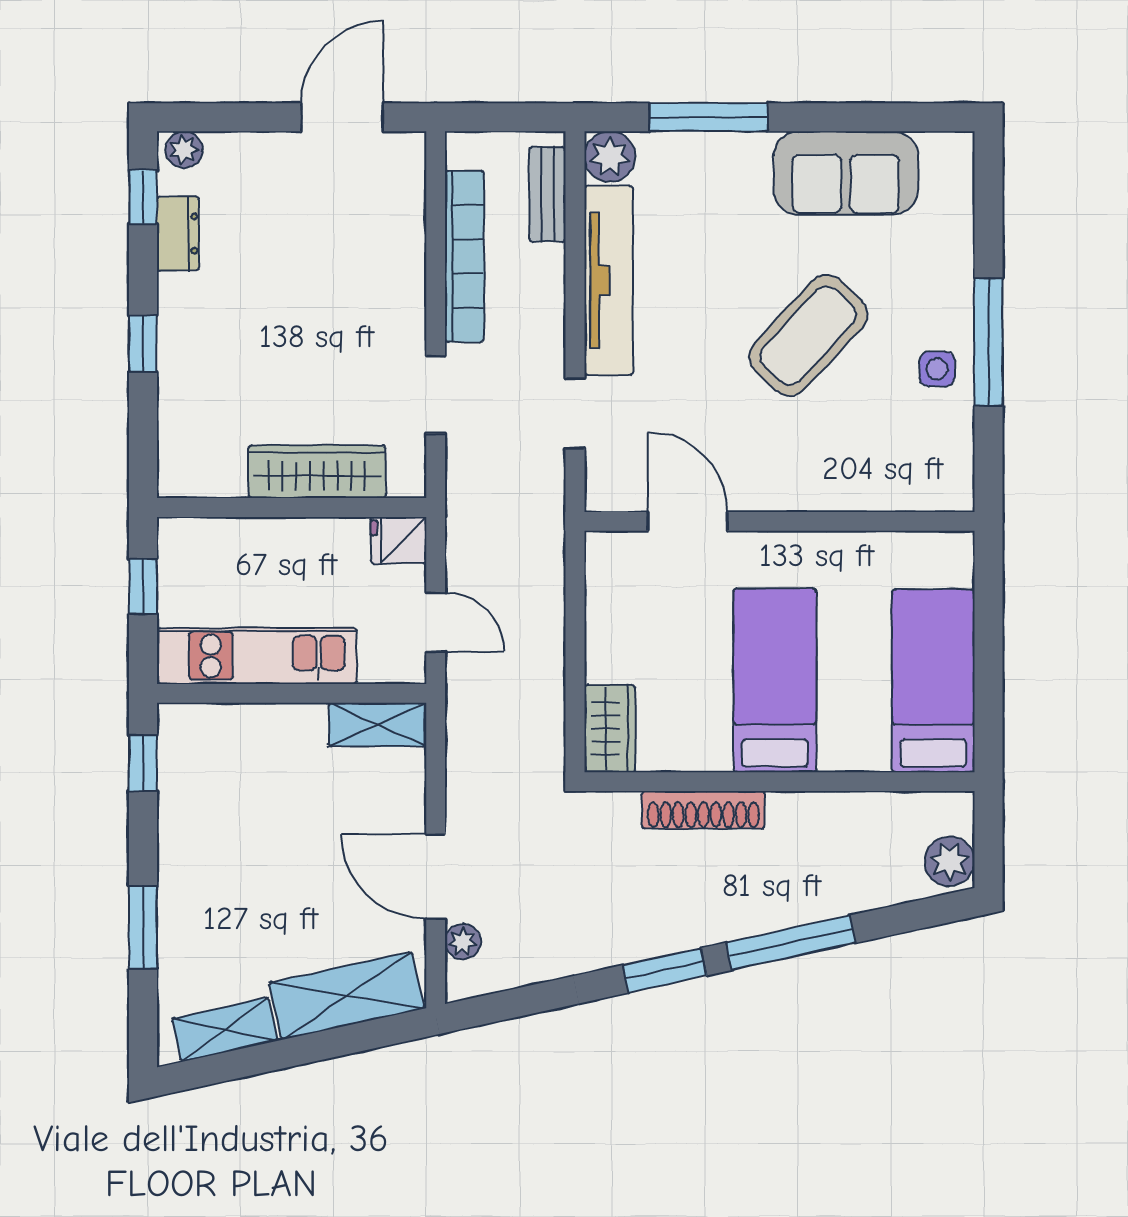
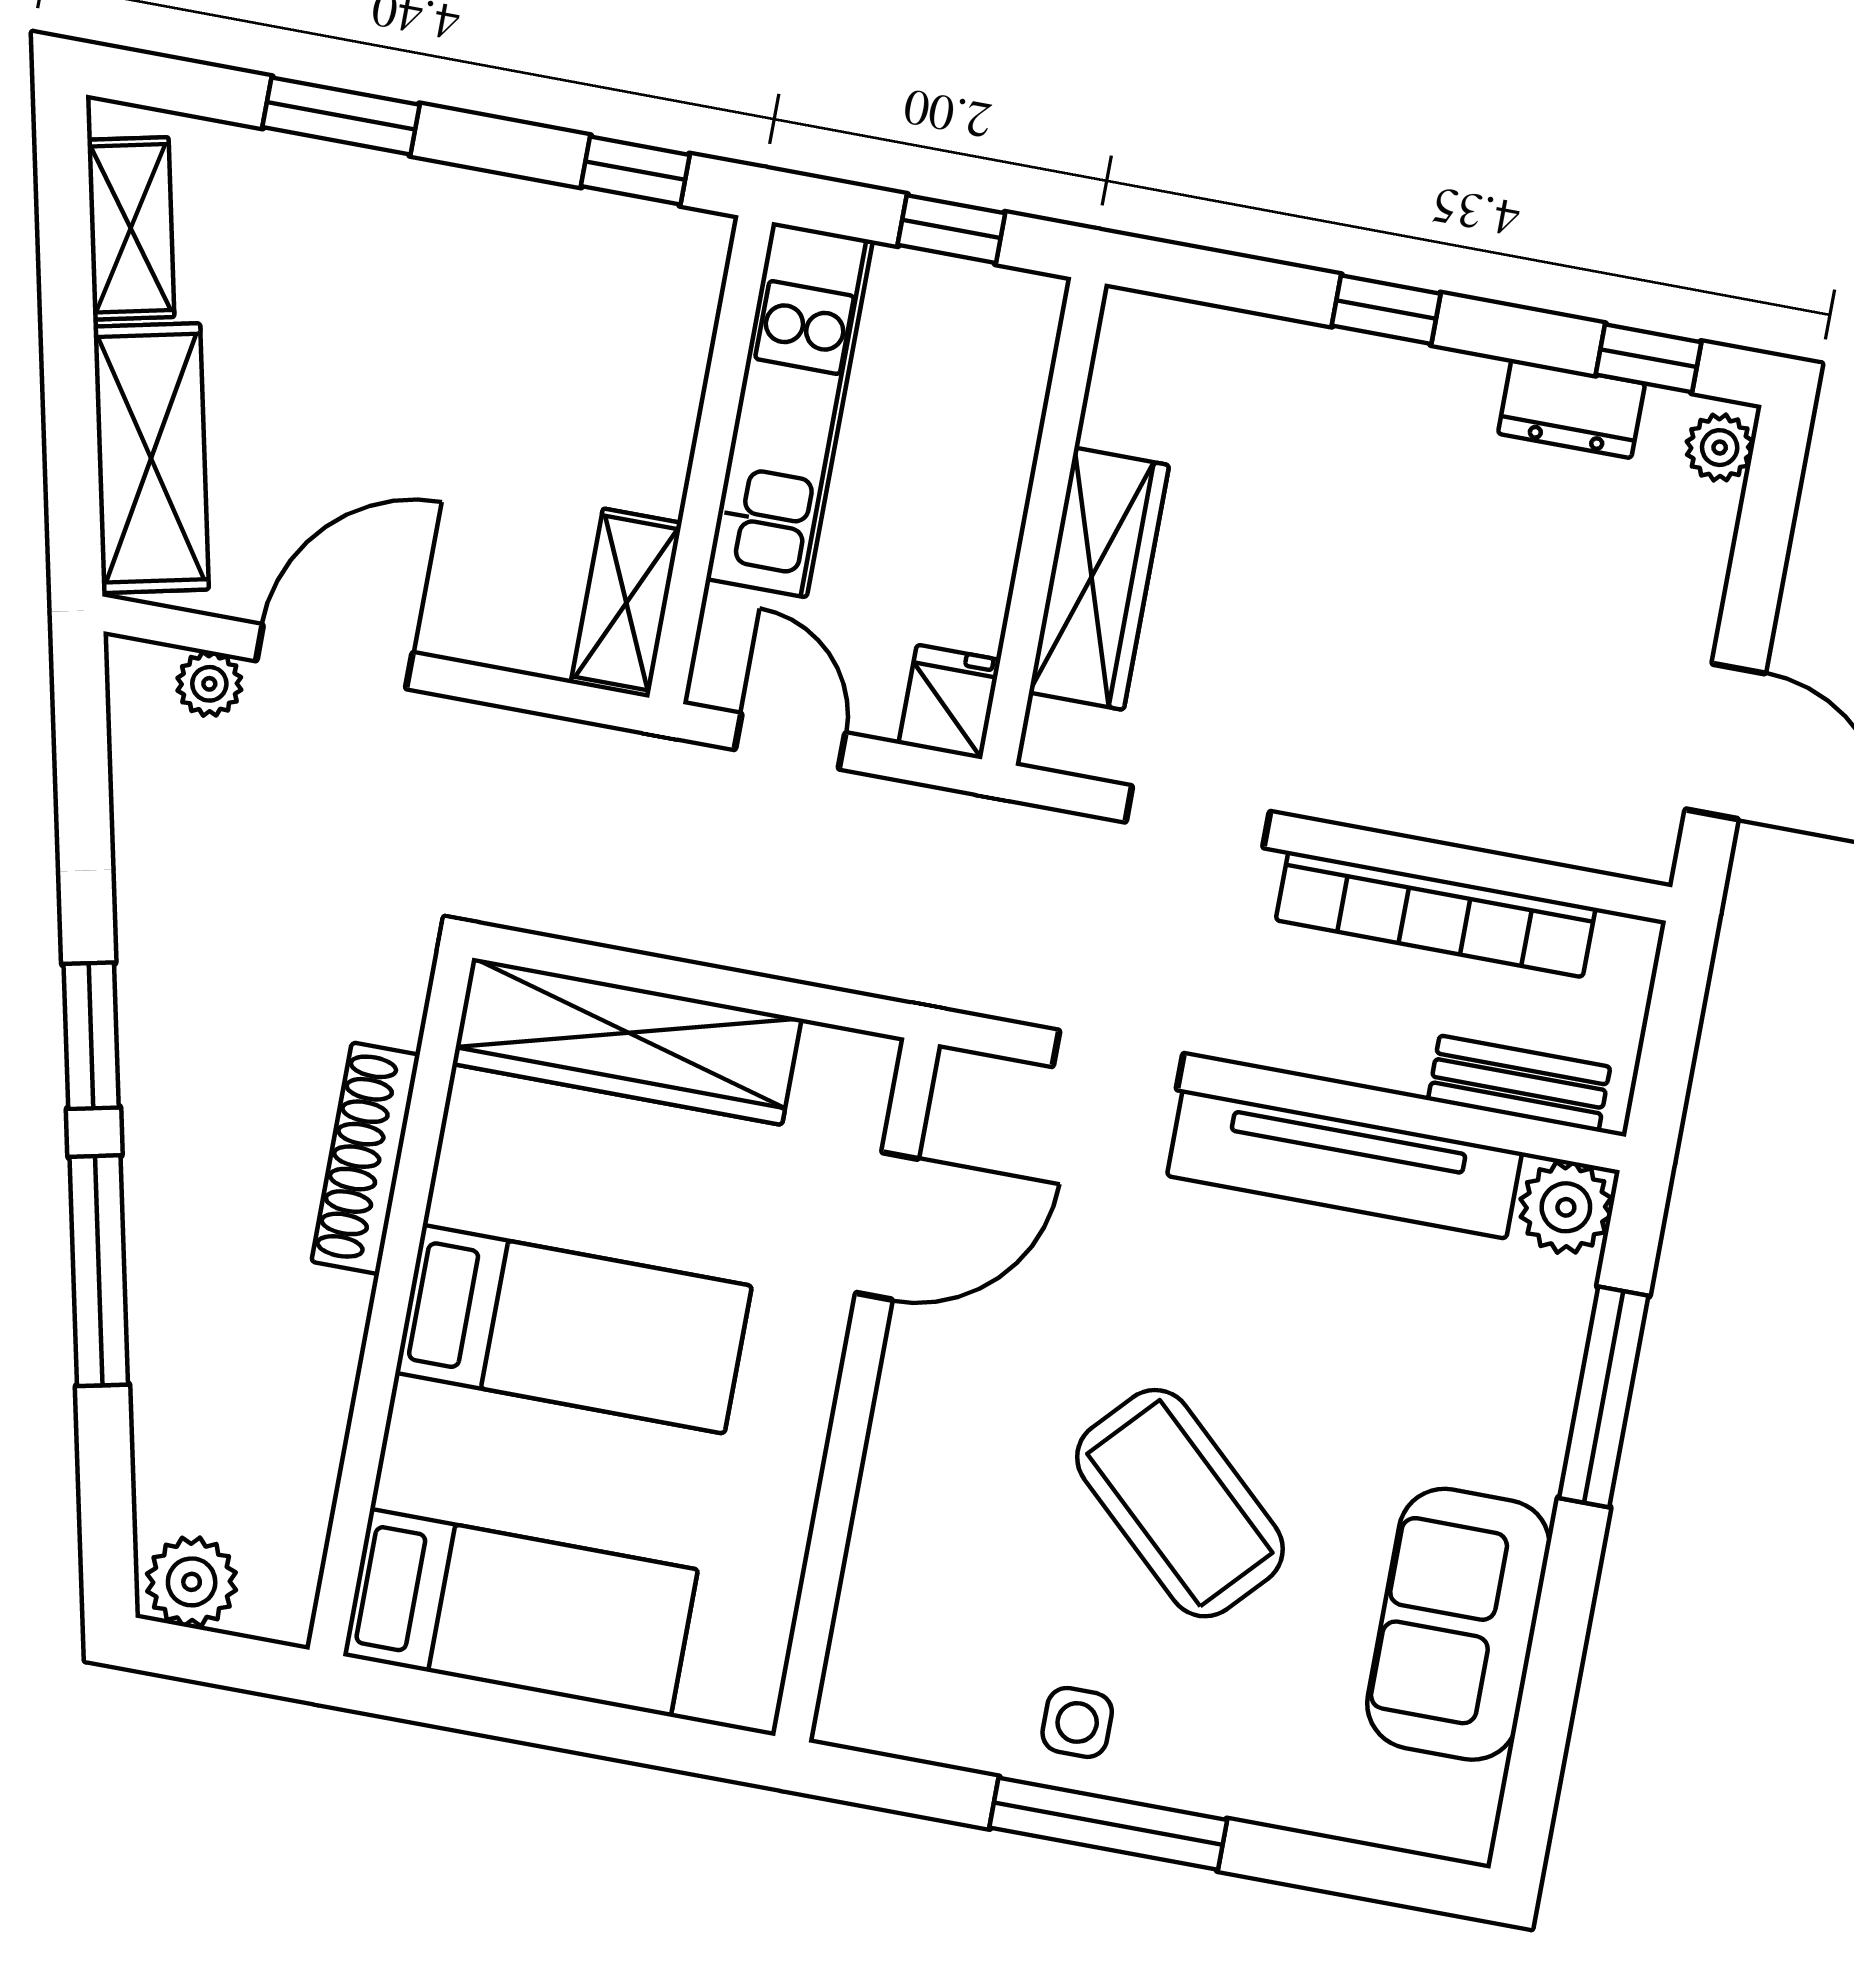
door: (436, 622) -> (790, 741), swing flipped
wardrobe: (610, 728) -> (627, 1041), width x2.10, depth x1.17

